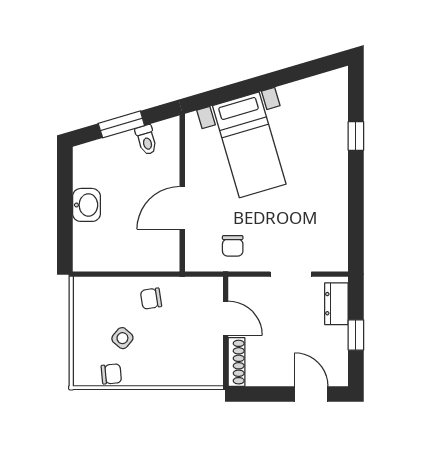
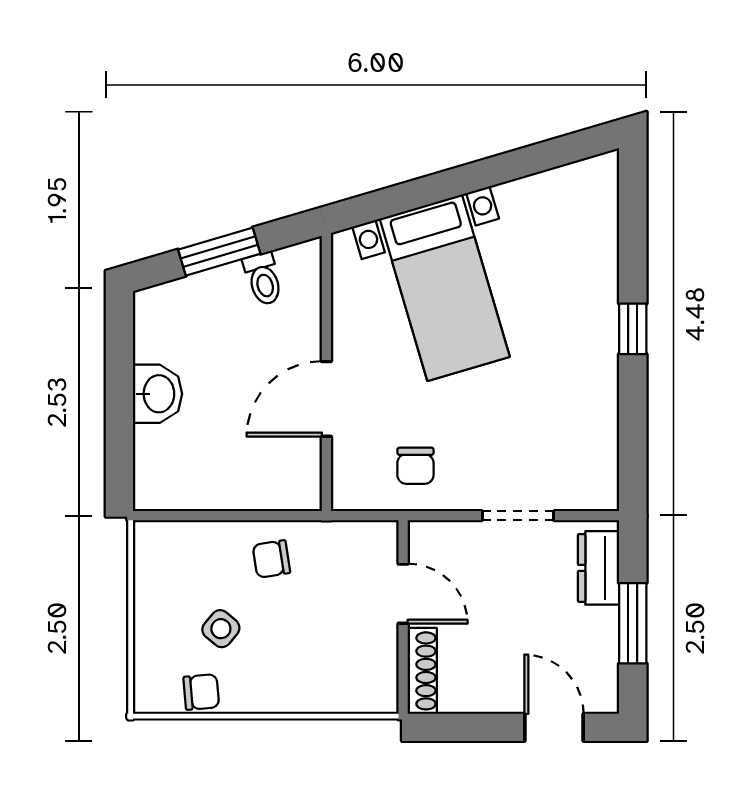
window: (356, 136) -> (633, 329), moved
window: (356, 335) -> (633, 623), width x1.50

